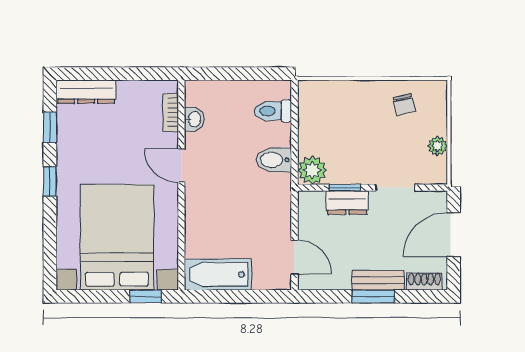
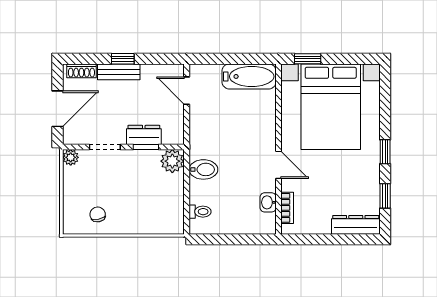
toilet: (273, 111) -> (200, 212), width x0.73, depth x0.72
plant: (438, 146) -> (71, 157), moved
window: (373, 296) -> (123, 59), width x0.67

